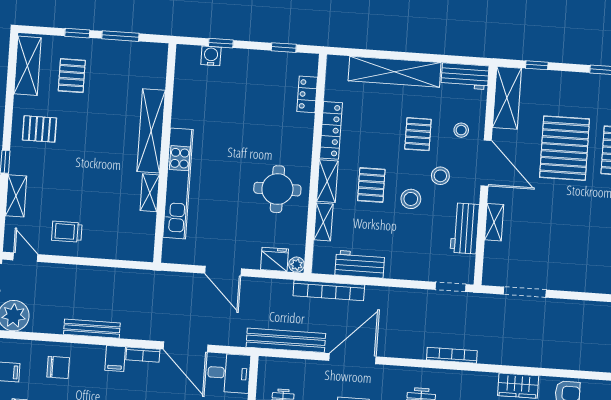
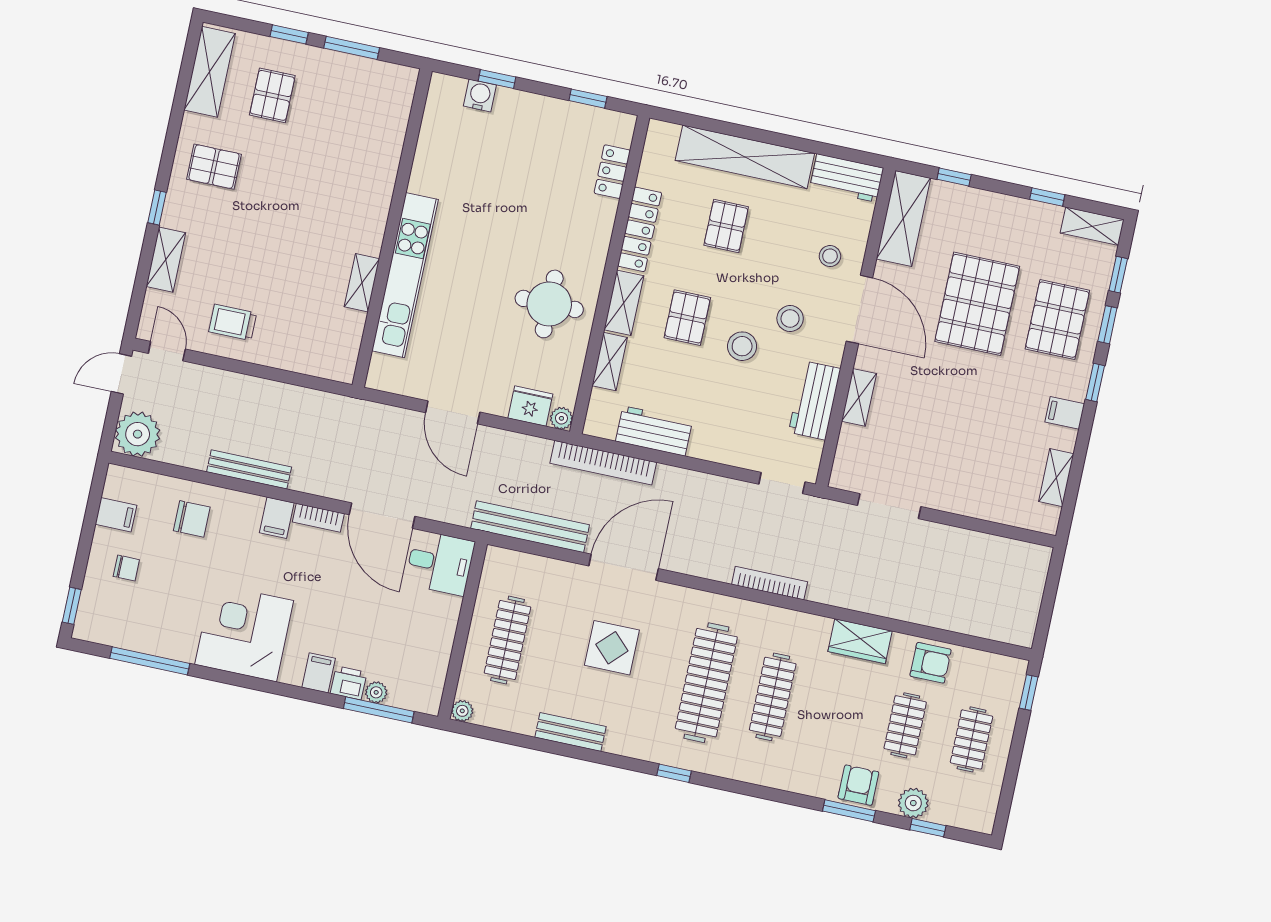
shelving: (151, 131) -> (377, 193), removed
pallet: (418, 134) -> (726, 226), moved

